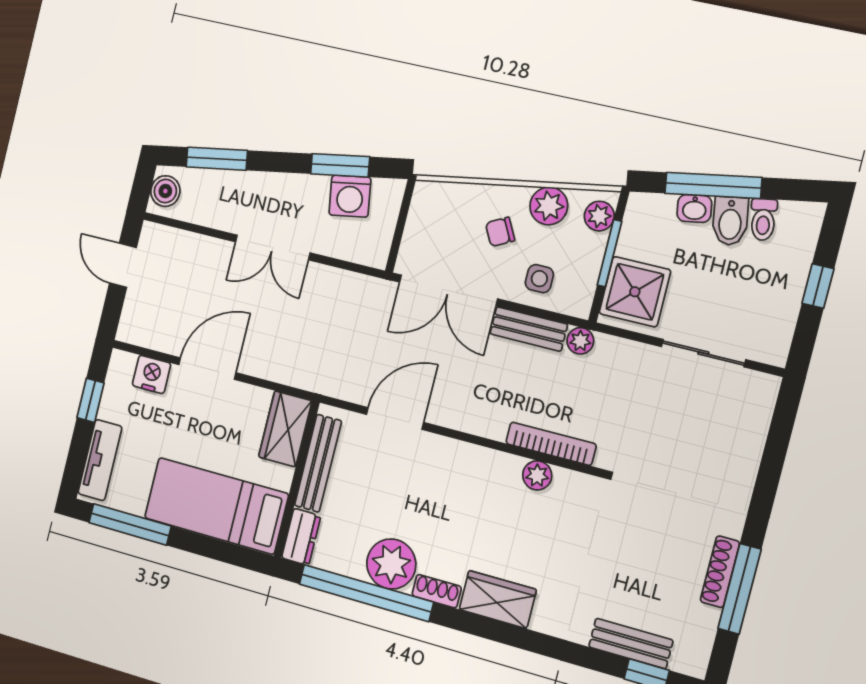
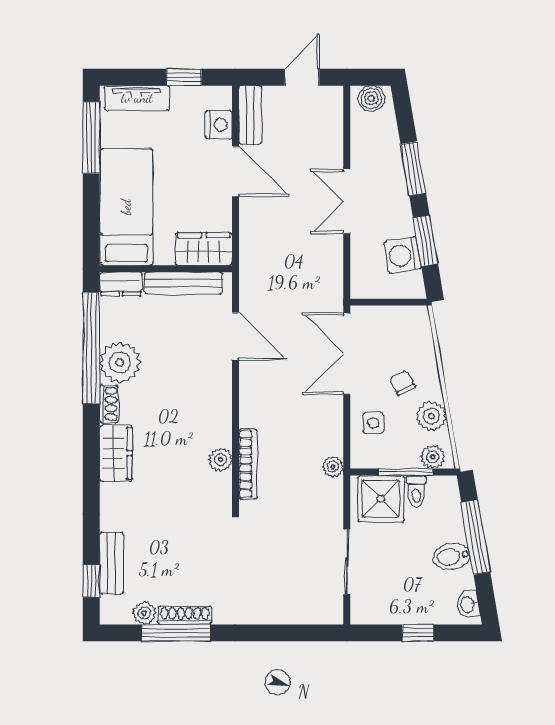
window: (217, 159) -> (413, 169), moved
washbasin: (694, 209) -> (468, 604), moved
toilet: (763, 220) -> (416, 491), moved, turned -80
bench: (529, 329) -> (250, 115), moved
plant: (704, 621) -> (144, 613), added

